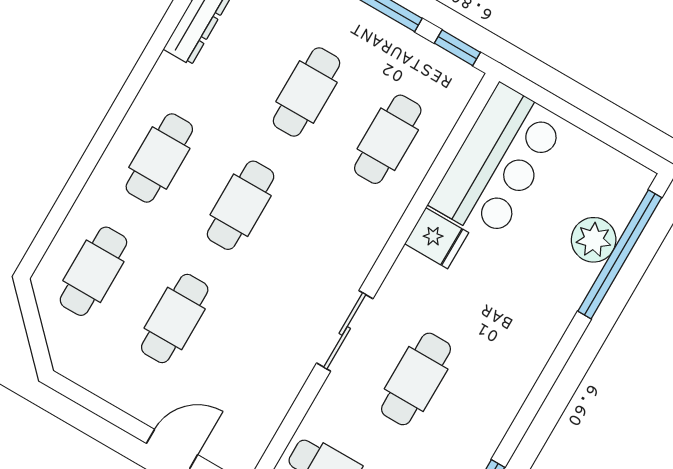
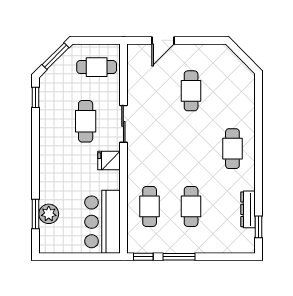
cafe table: (241, 205) -> (191, 149), removed
fridge: (437, 238) -> (109, 160), moved
window: (620, 254) -> (36, 214), width x0.47
cafe table: (93, 271) -> (232, 91), removed

